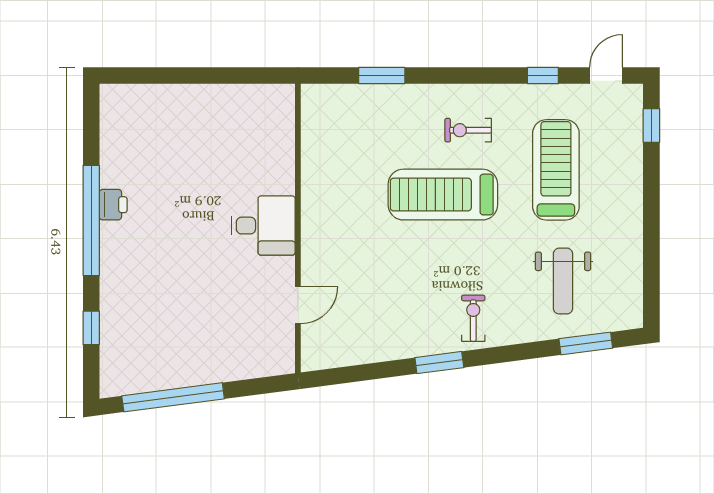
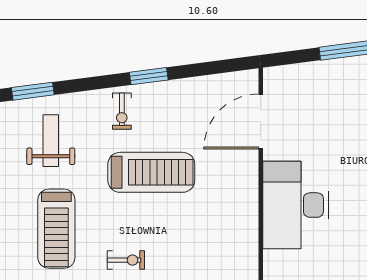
treadmill: (443, 195) -> (151, 172), moved
desk: (263, 226) -> (296, 205), width x1.87, depth x1.30
door: (298, 305) -> (261, 122), width x1.88

